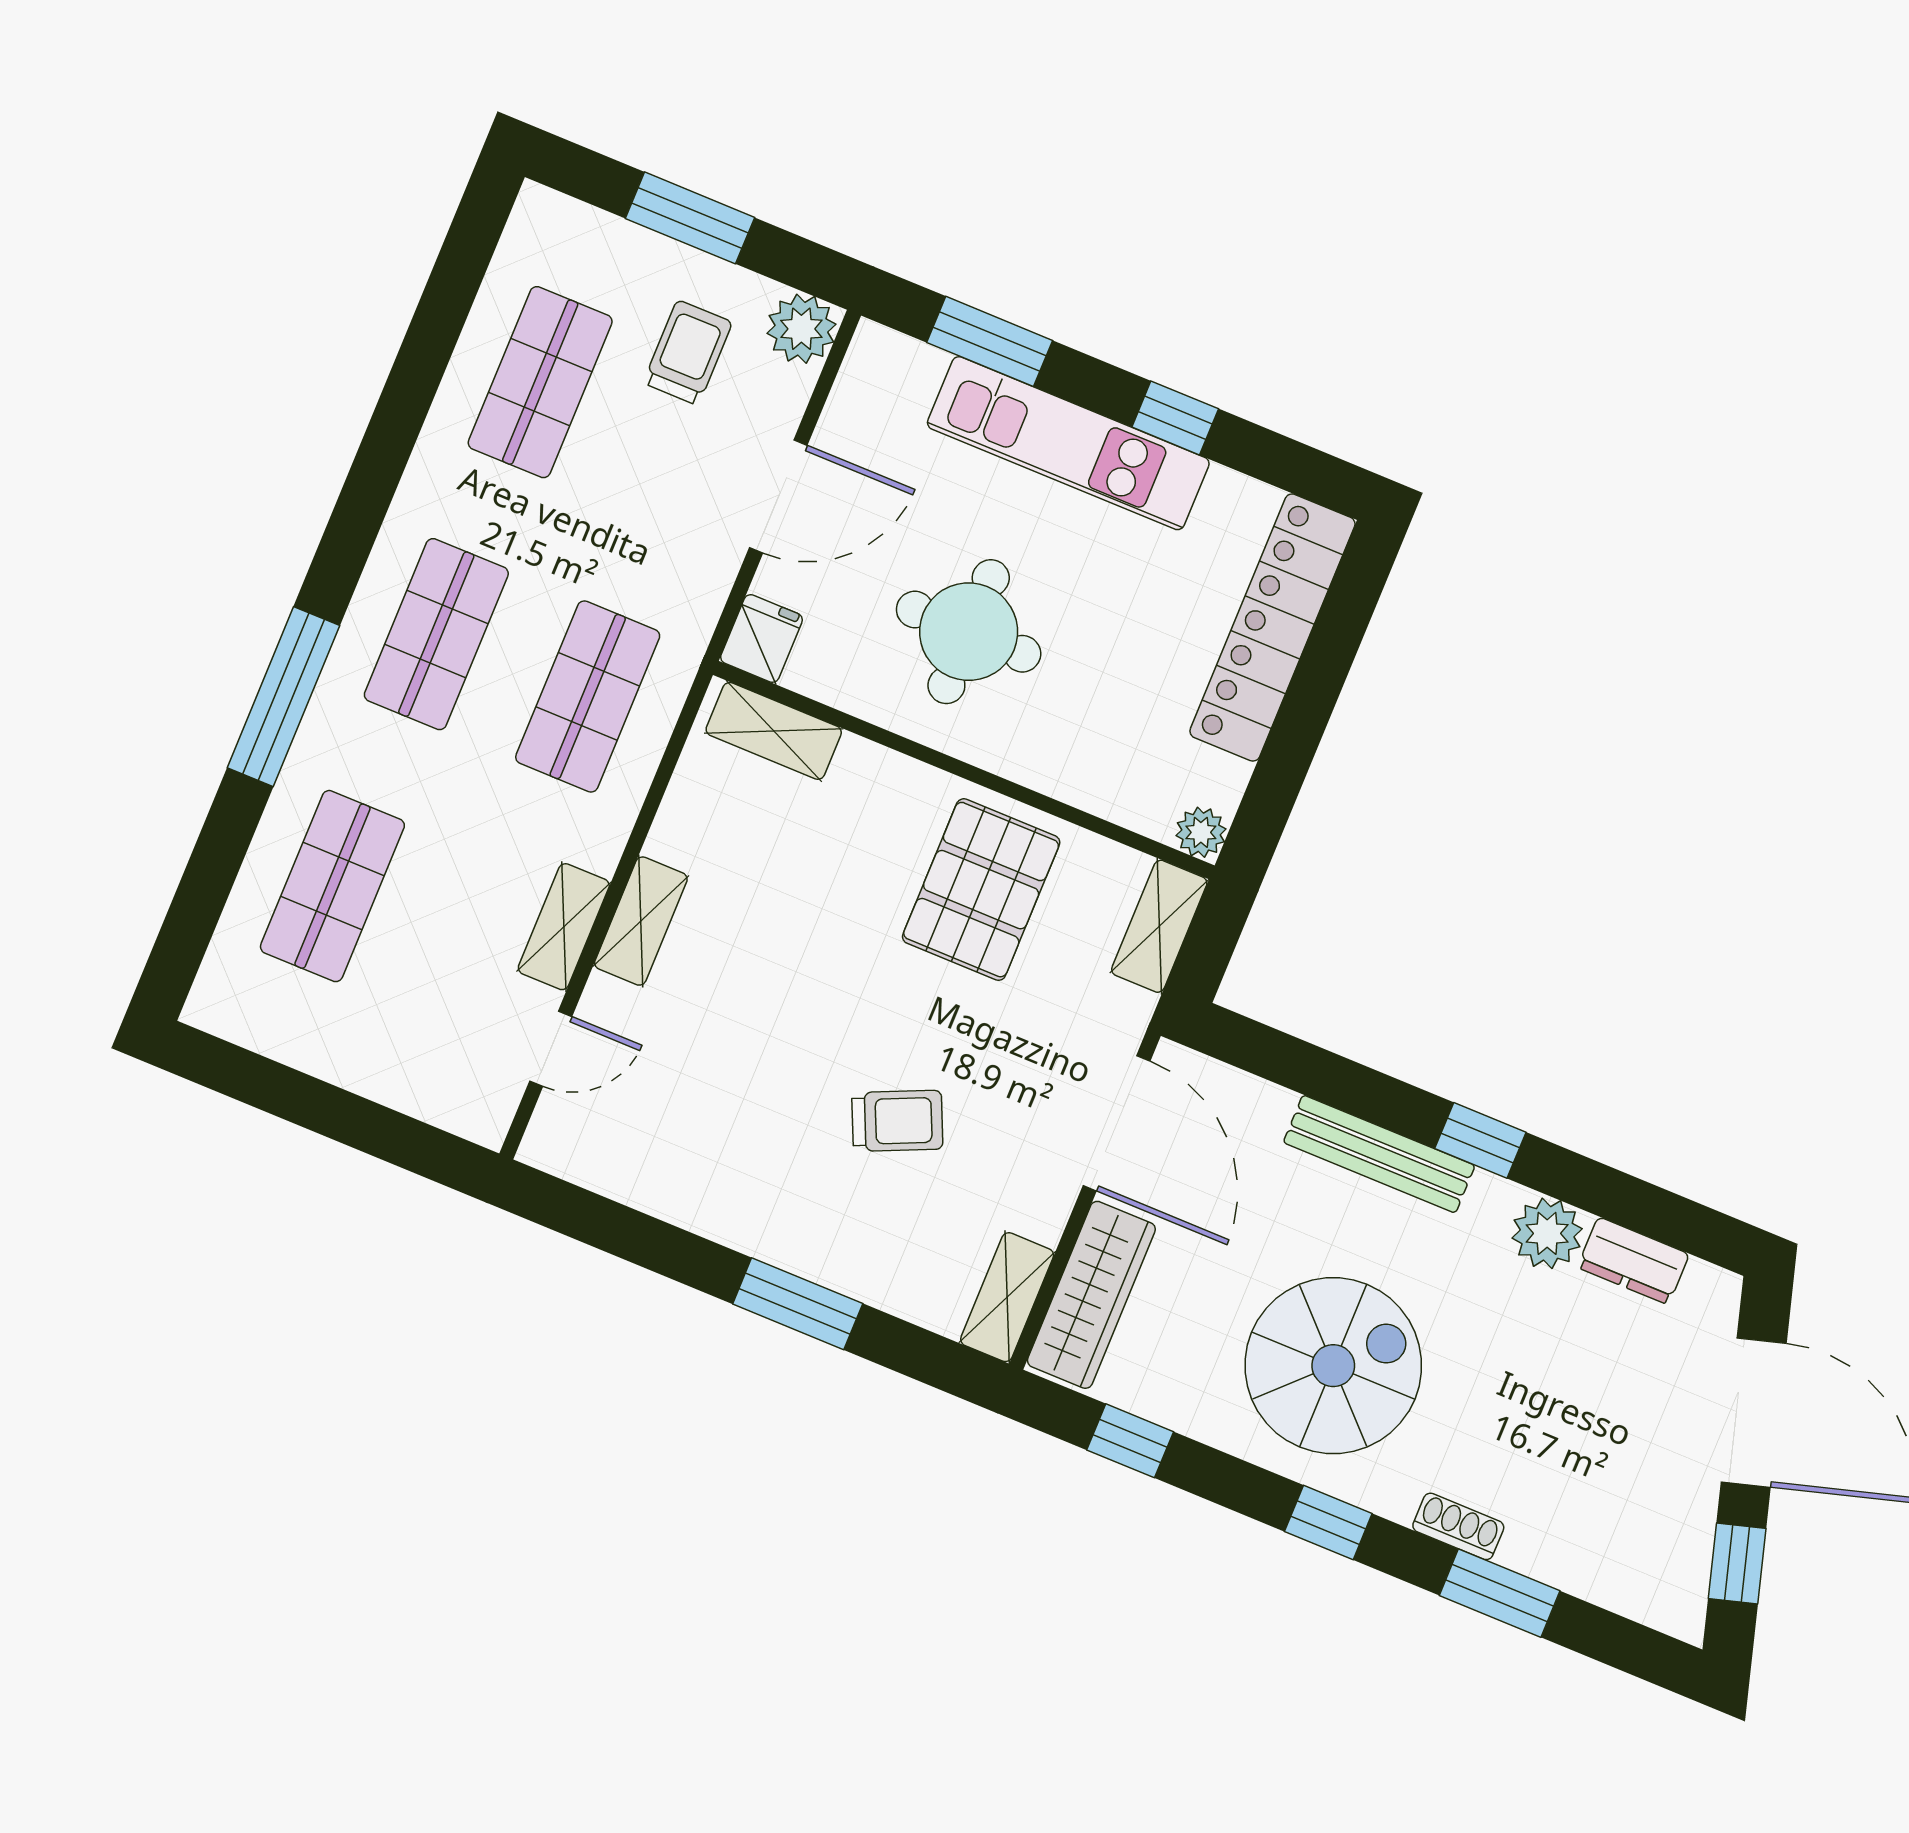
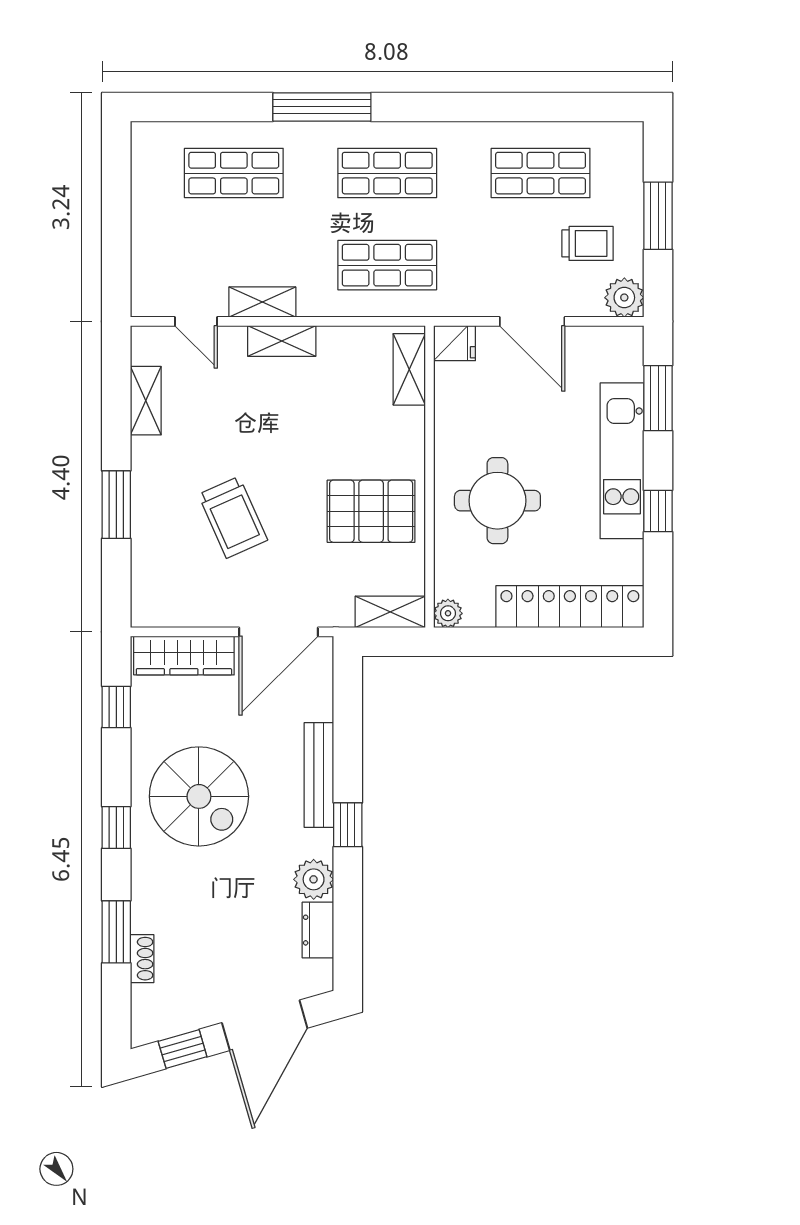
round table: (969, 632) -> (497, 501), moved
trolley: (897, 1121) -> (233, 517), width x1.36, depth x1.39
shelving: (1007, 1297) -> (146, 401), moved, turned 90
shoe rack: (1458, 1526) -> (142, 959), moved

